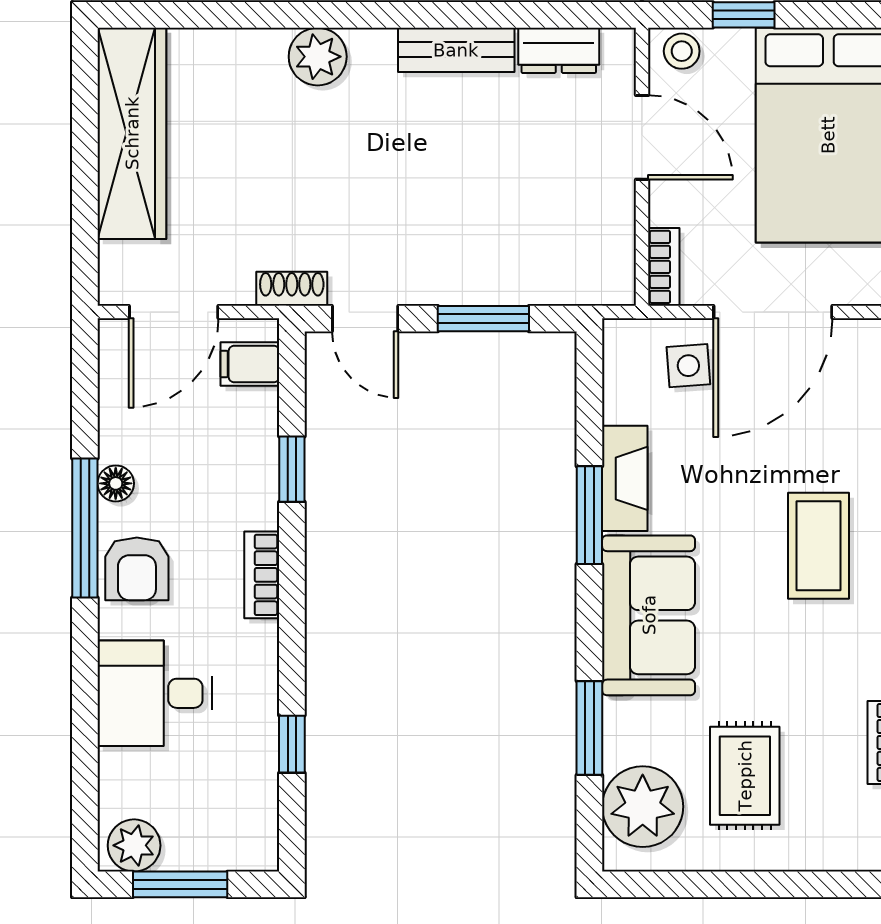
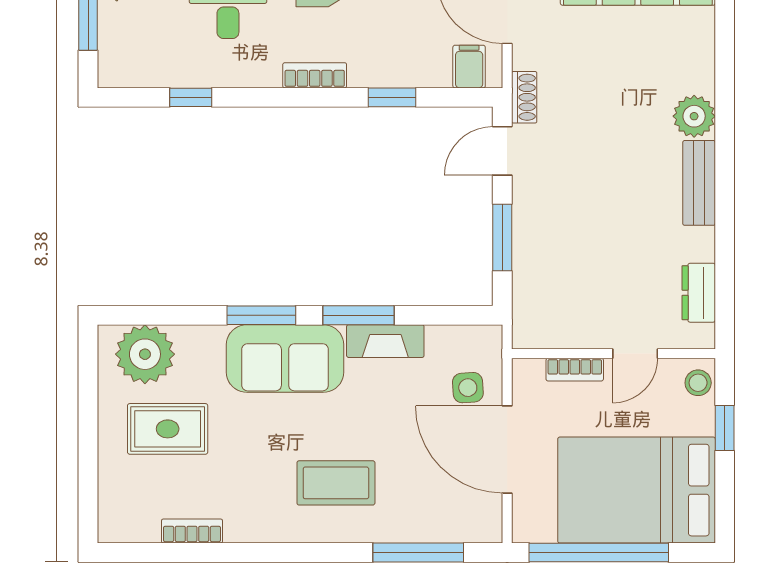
bench: (456, 50) -> (699, 183), moved
door: (642, 137) -> (635, 354), width x0.73
bookcase: (664, 267) -> (575, 370), moved
window: (589, 728) -> (261, 315), moved

